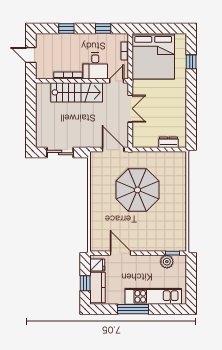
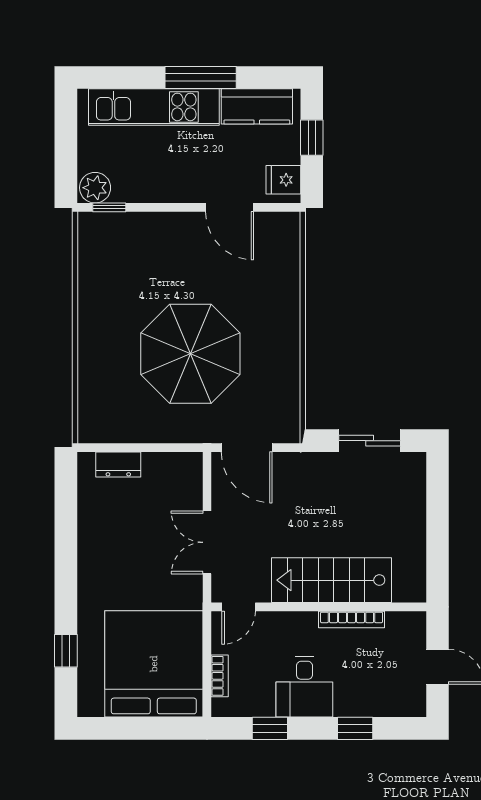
desk: (95, 66) -> (304, 687), moved, turned 180
plant: (167, 262) -> (95, 188), moved
kitchen counter: (98, 287) -> (257, 106), moved, turned -90

